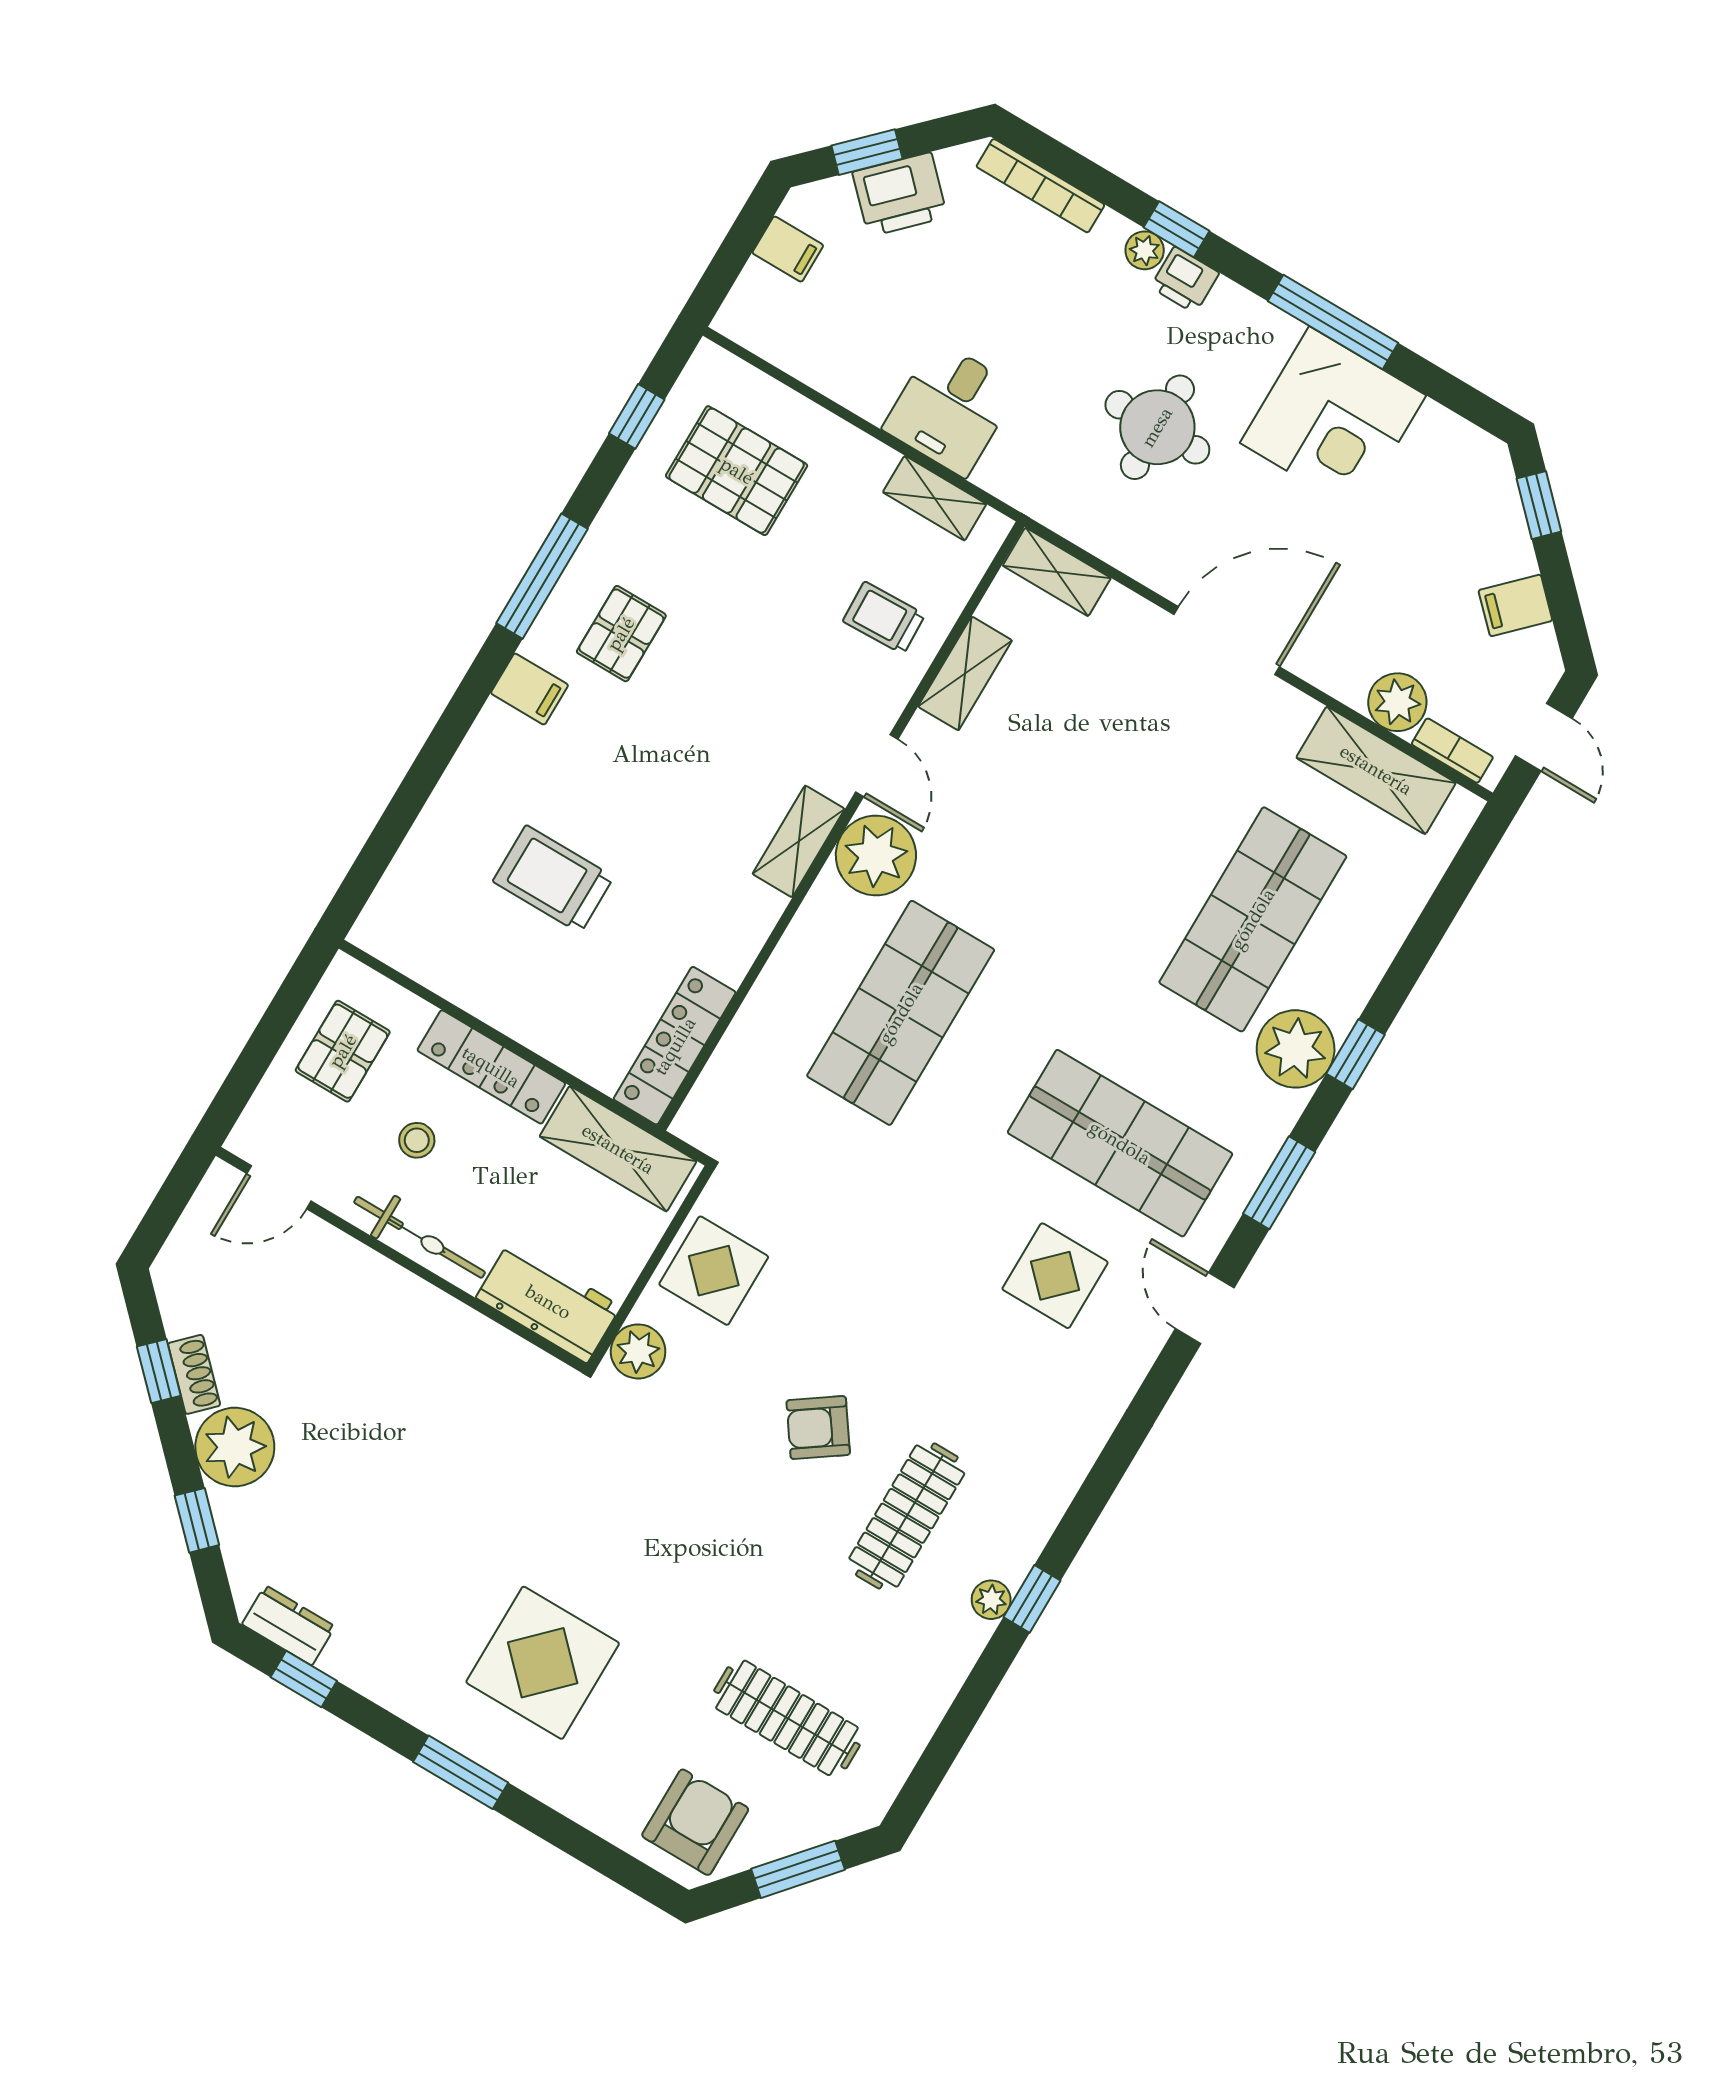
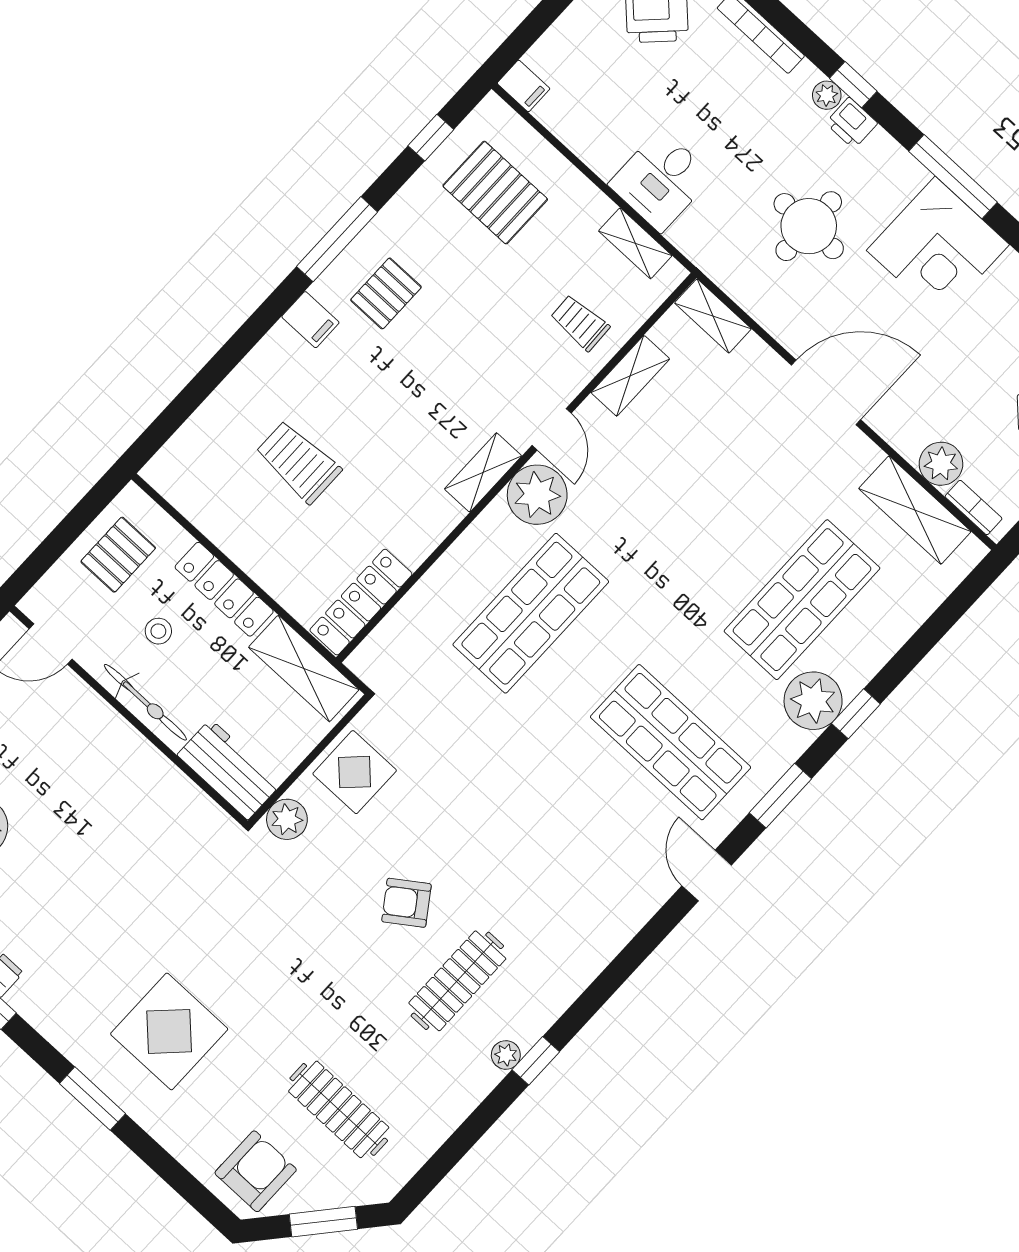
filing cabinet: (788, 249) -> (524, 86), moved
display table: (1055, 1276) -> (603, 829), removed

